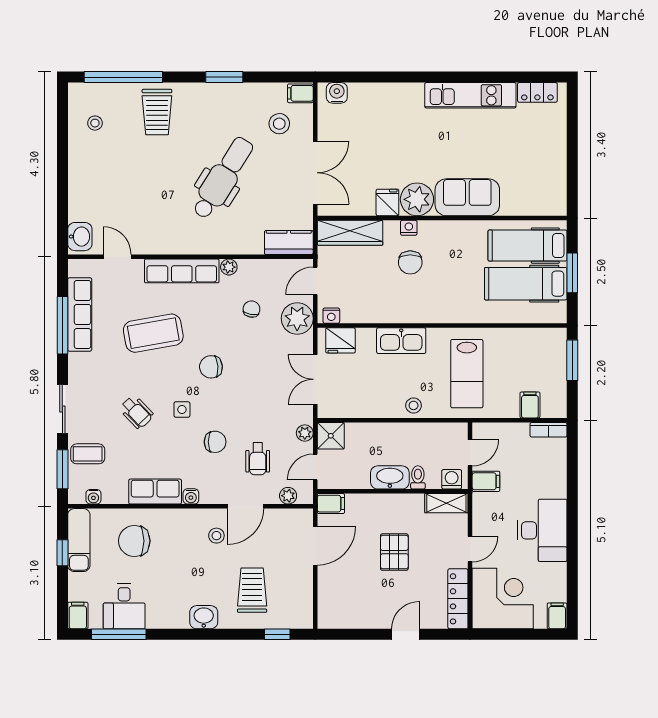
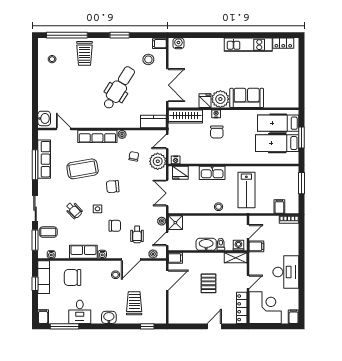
desk: (124, 606) -> (80, 312), moved

